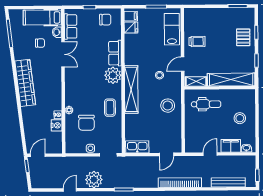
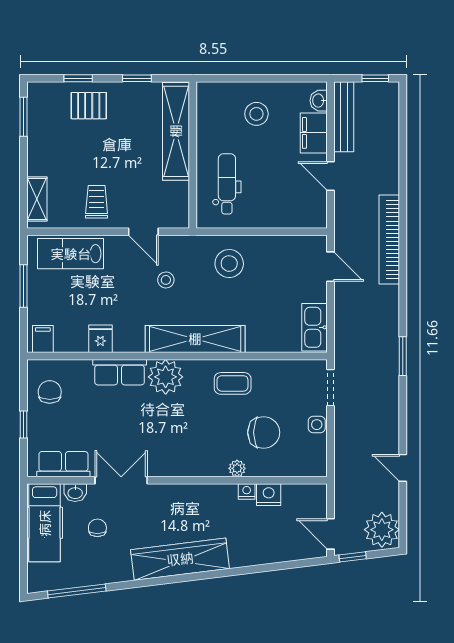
fridge: (131, 27) -> (100, 339), moved
shelving: (196, 81) -> (37, 199), moved
plant: (94, 180) -> (382, 530), moved
bench: (228, 182) -> (344, 117), moved

